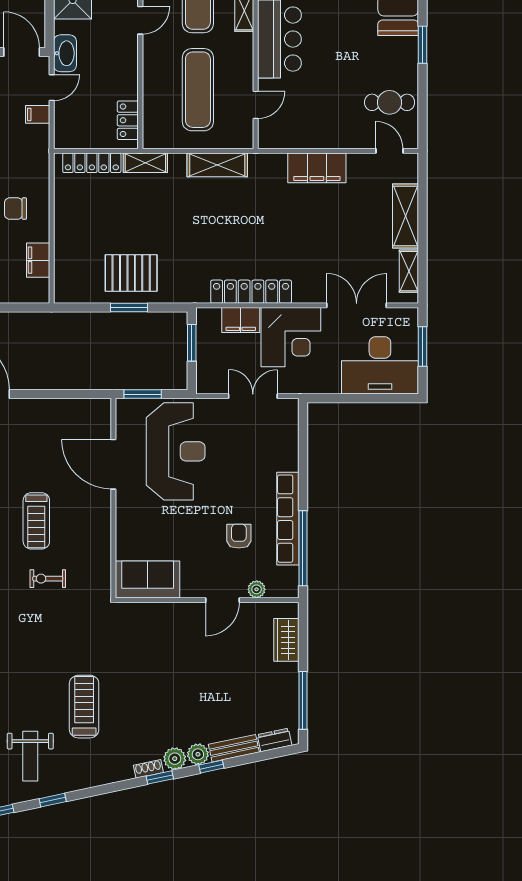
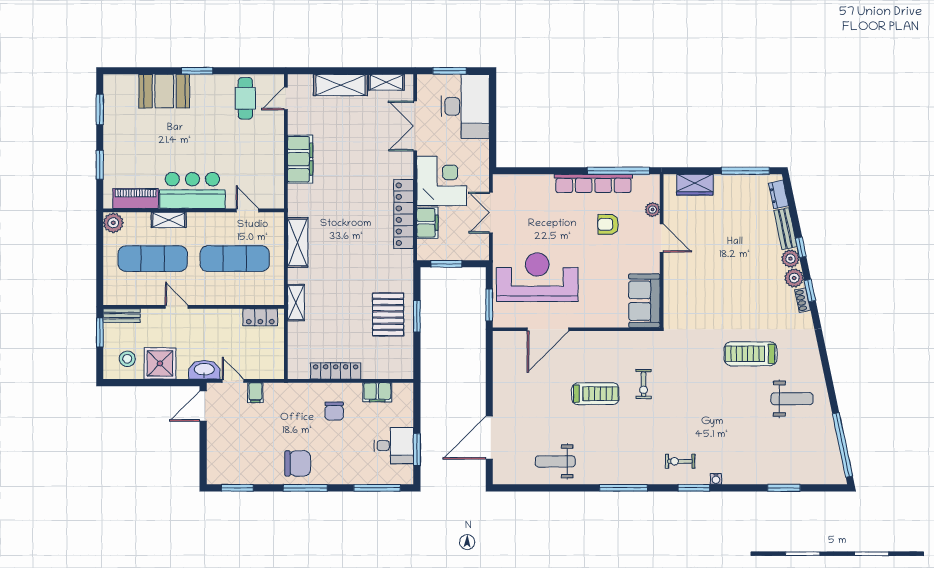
locker: (92, 163) -> (336, 371), moved, turned -90
window: (53, 800) -> (829, 380), removed

